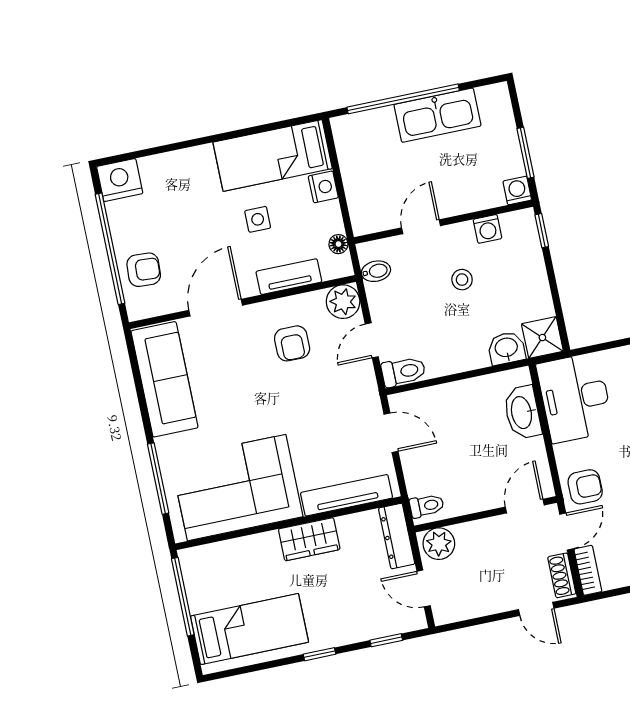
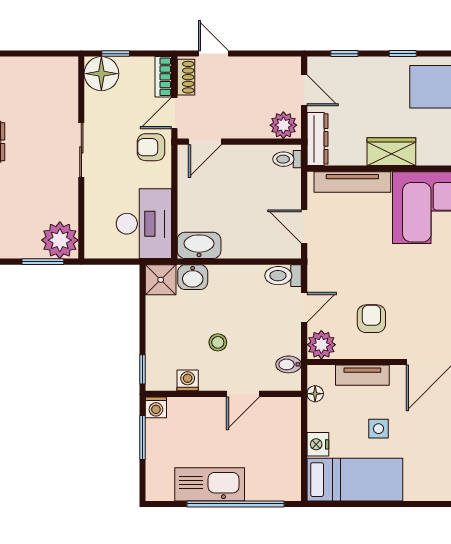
washbasin: (522, 412) -> (199, 245), moved, turned -90

